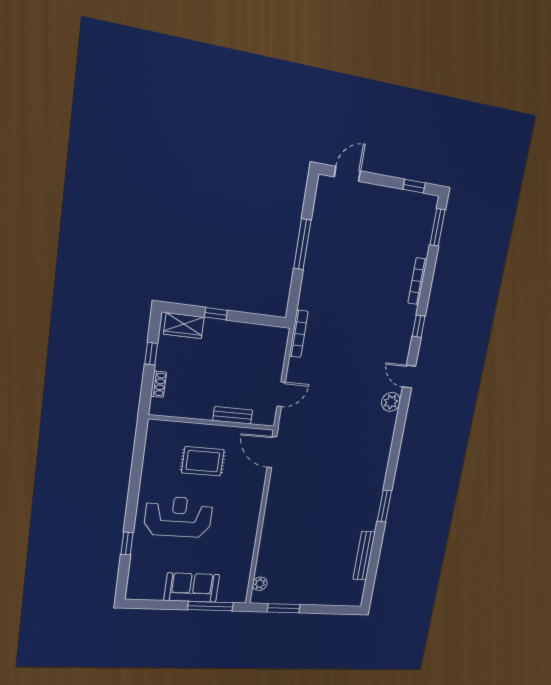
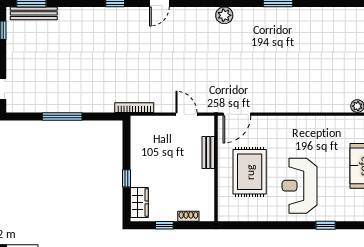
bookcase: (417, 281) -> (78, 12), removed
plant: (391, 402) -> (224, 15), moved
rug: (203, 461) -> (250, 172), width x1.36, depth x1.43
bench: (364, 556) -> (34, 13), moved

